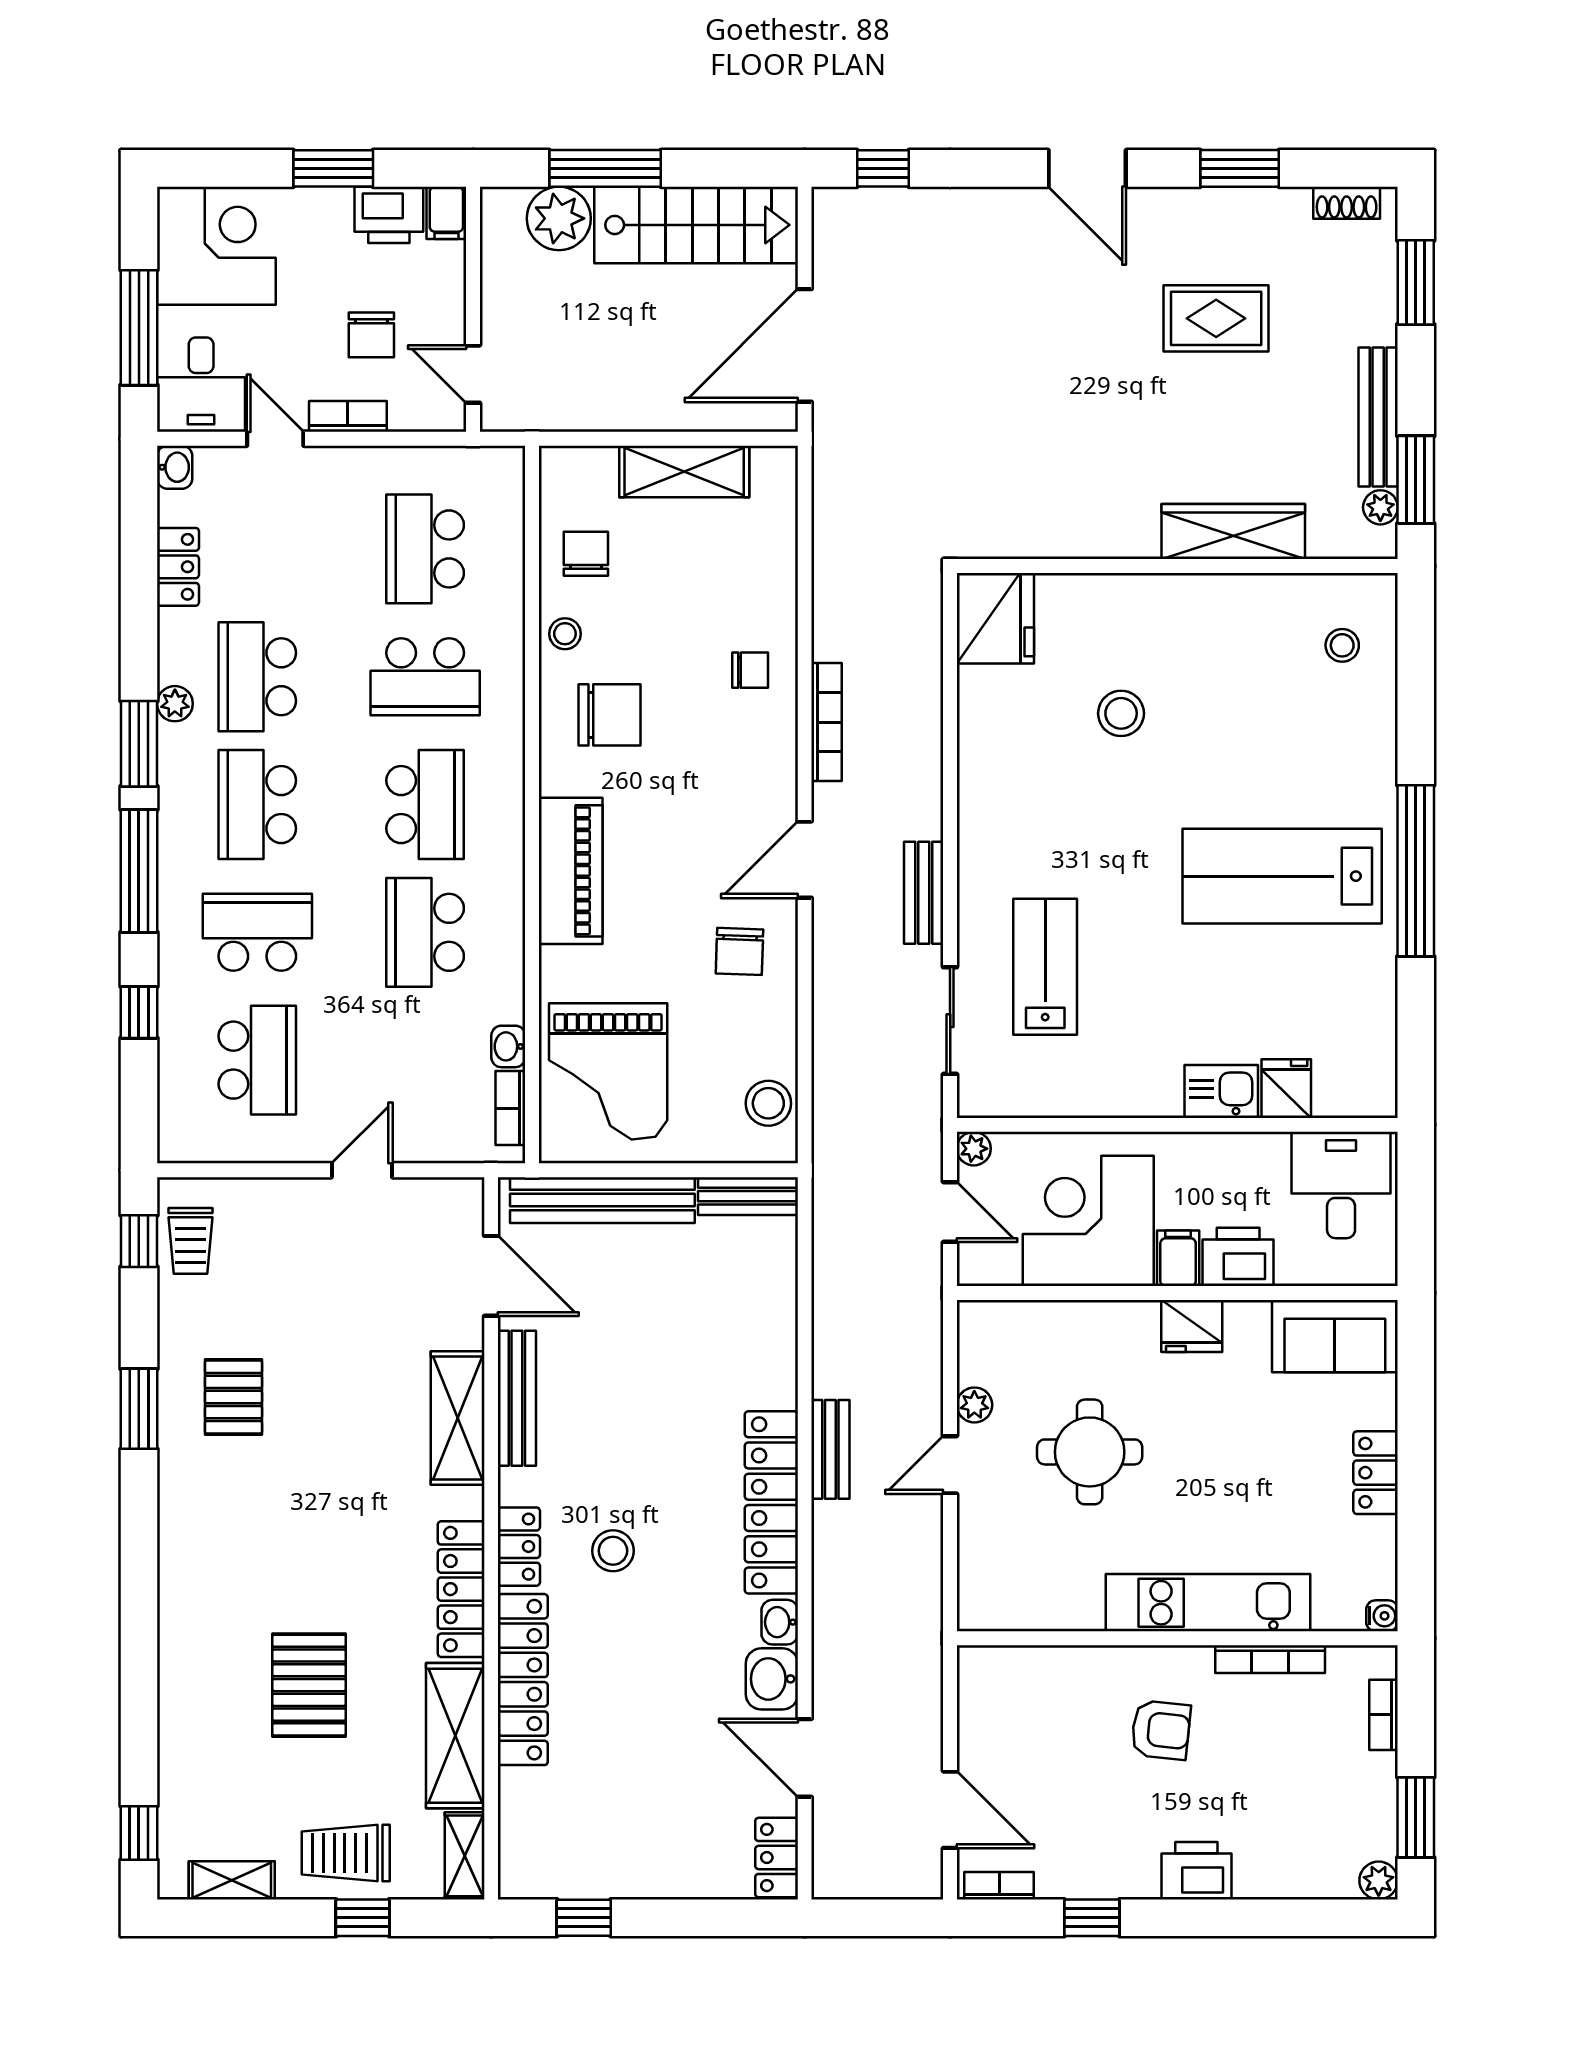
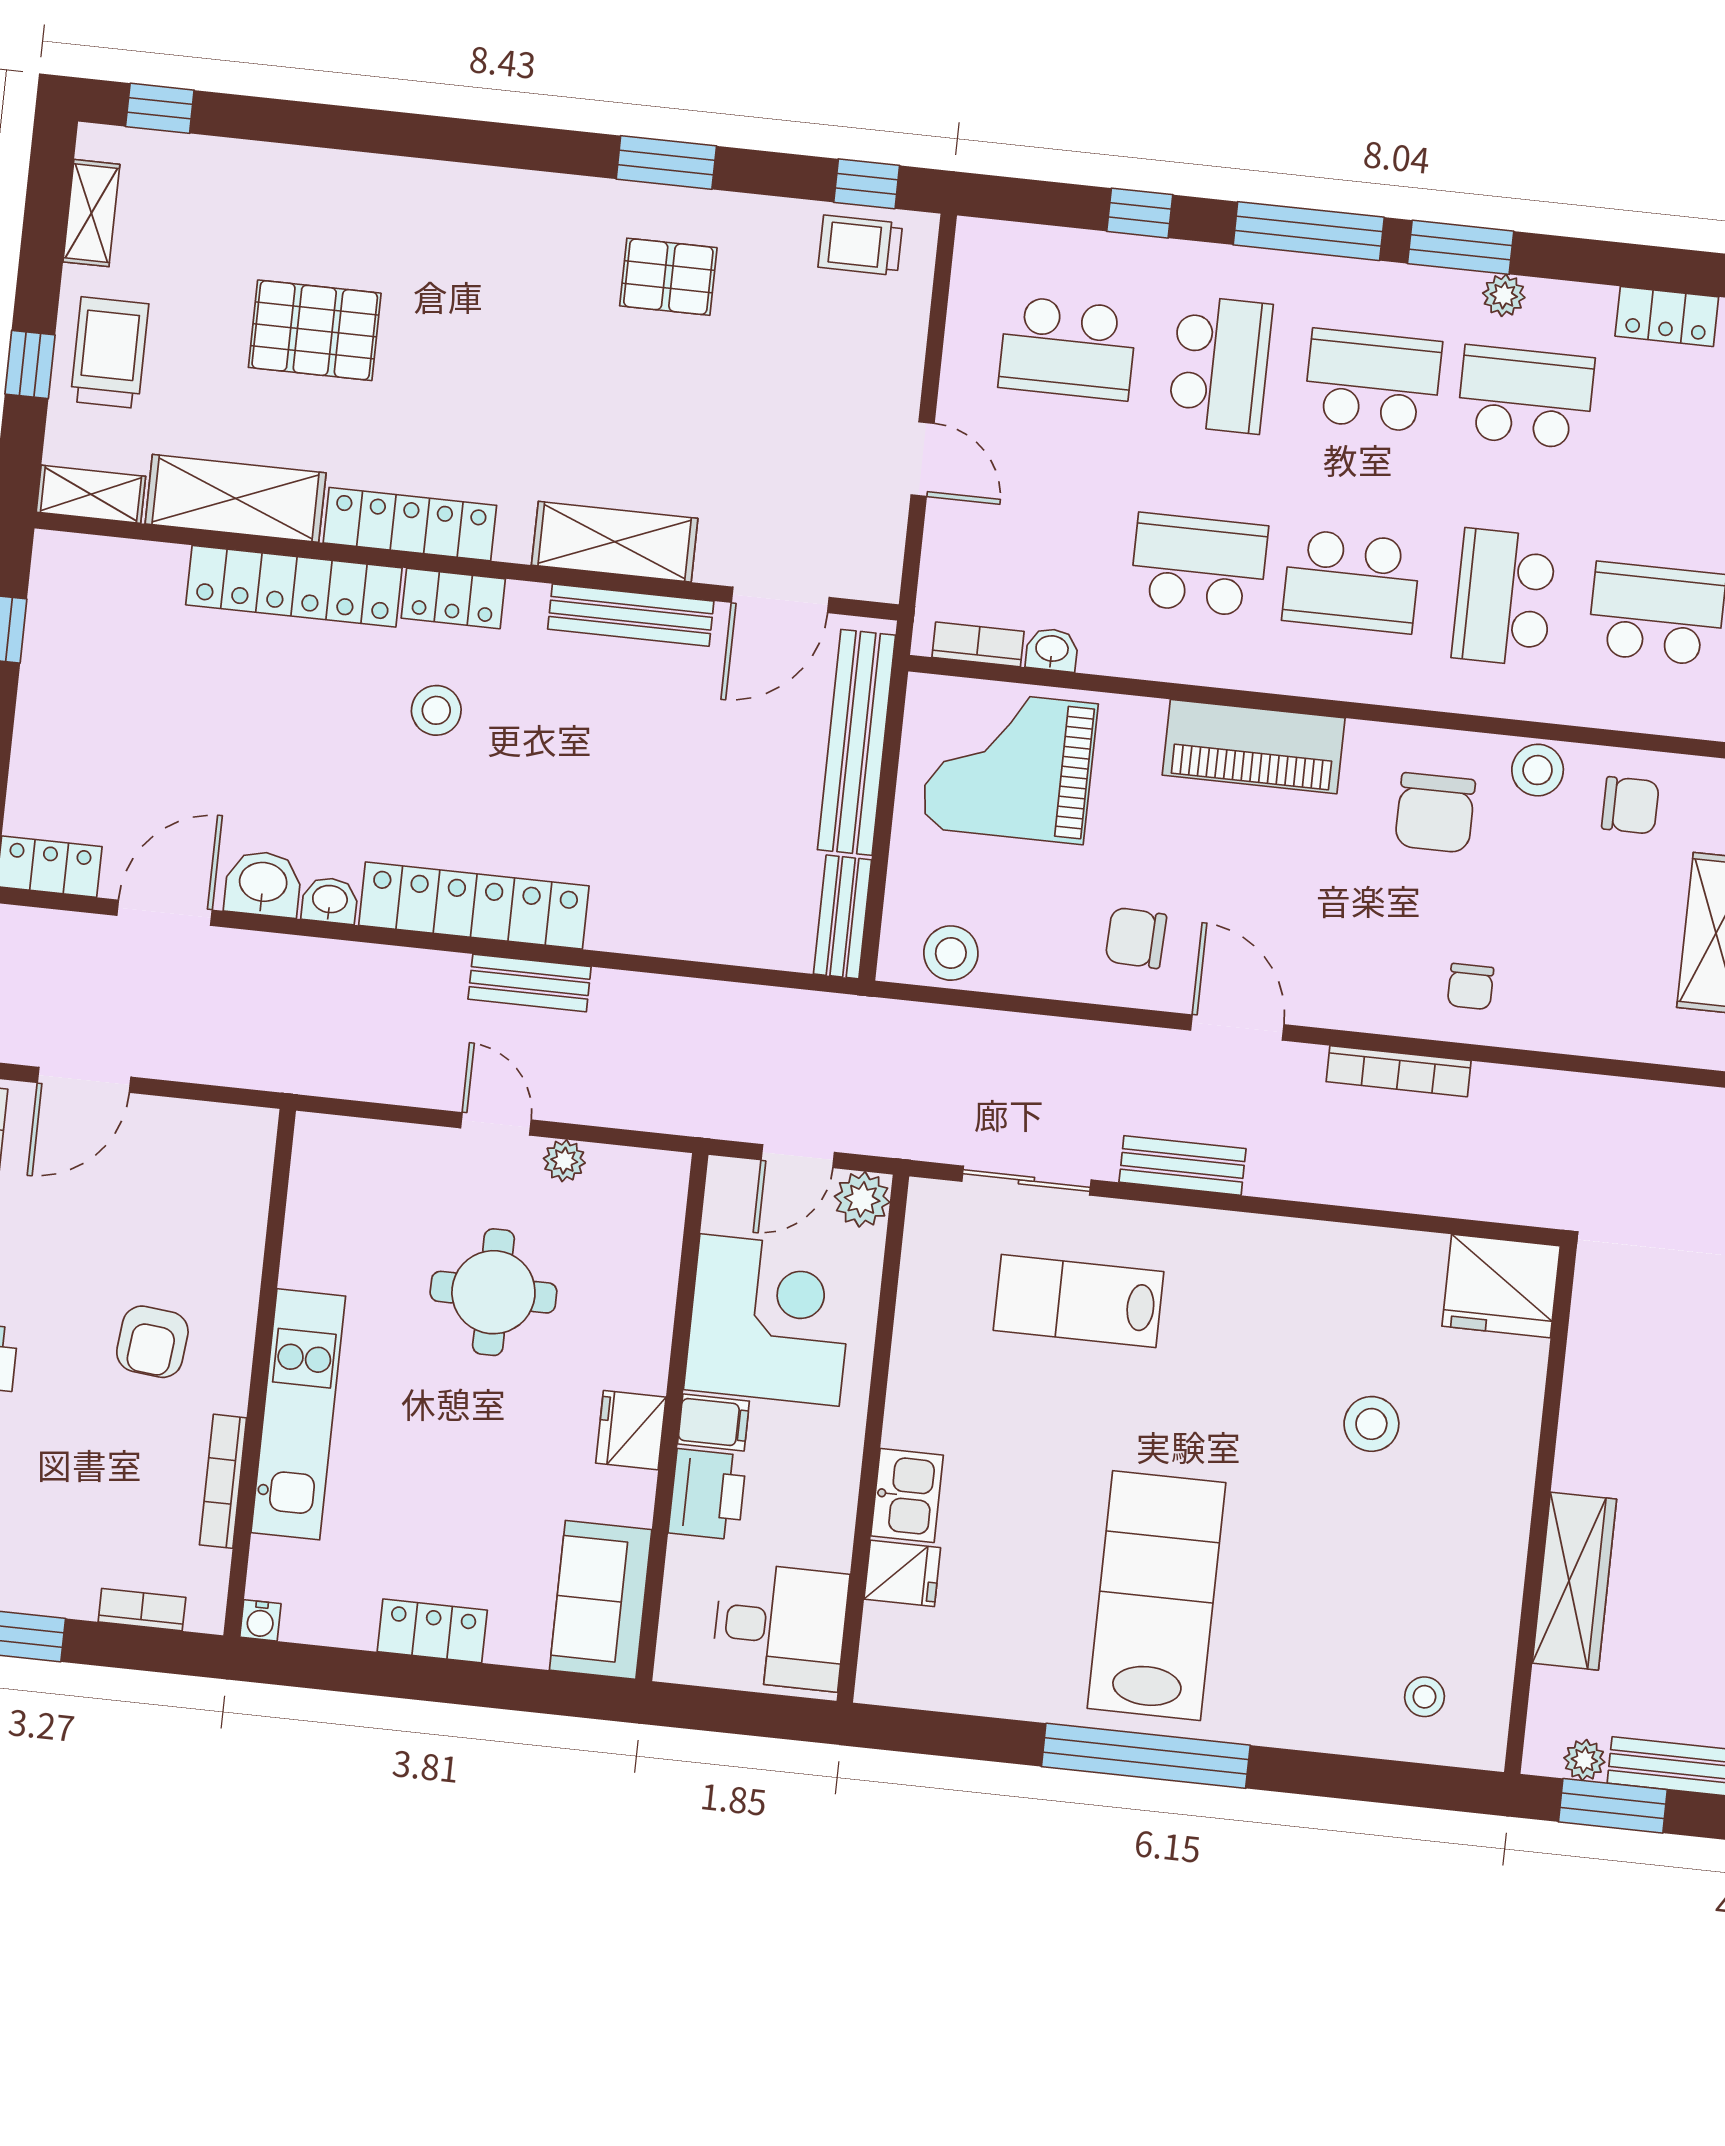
stool: (565, 634) -> (1538, 770), width x1.37, depth x1.37
lab bench: (1045, 967) -> (1079, 1301), turned 180
plant: (974, 1149) -> (862, 1199), width x1.38, depth x1.38

